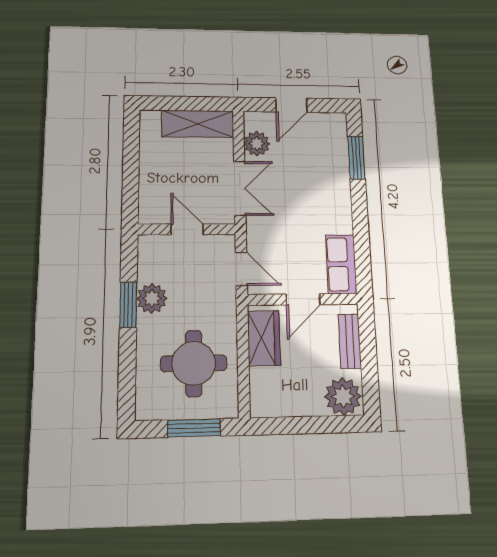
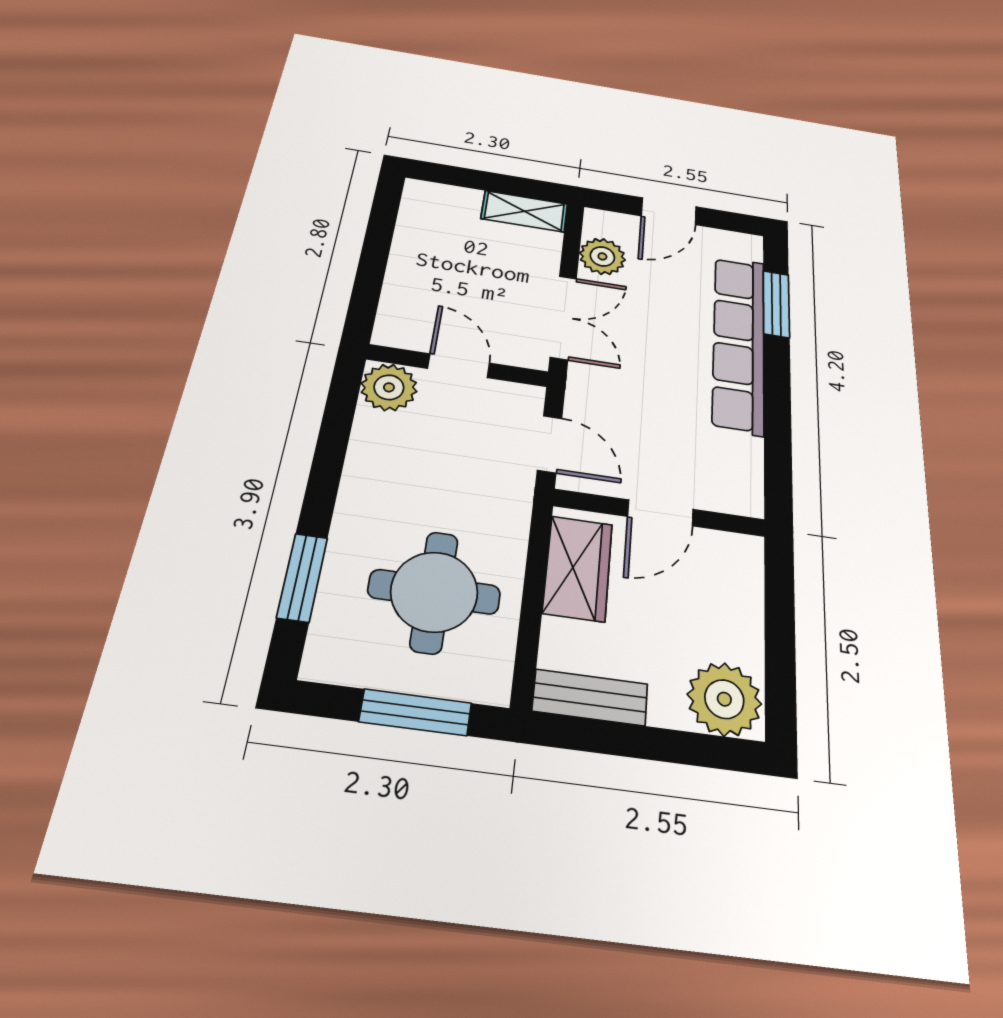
shelving: (198, 124) -> (524, 211), width x0.67, depth x0.75
row of seats: (341, 264) -> (739, 342), moved, width x2.02
plant: (152, 298) -> (389, 387), moved
window: (128, 305) -> (302, 577), moved
bench: (350, 341) -> (590, 697), moved, turned 90

